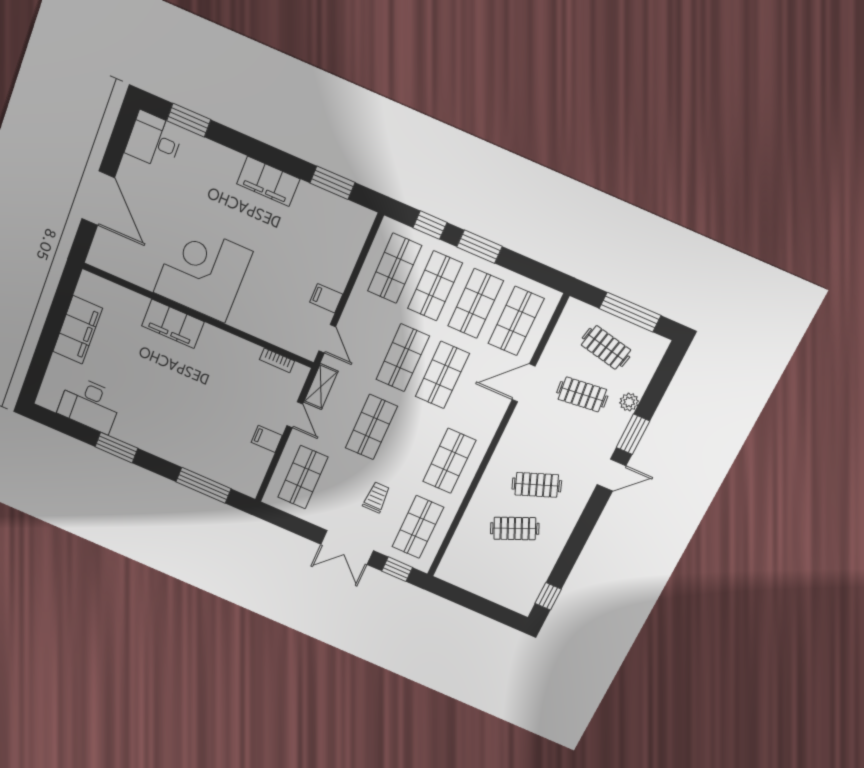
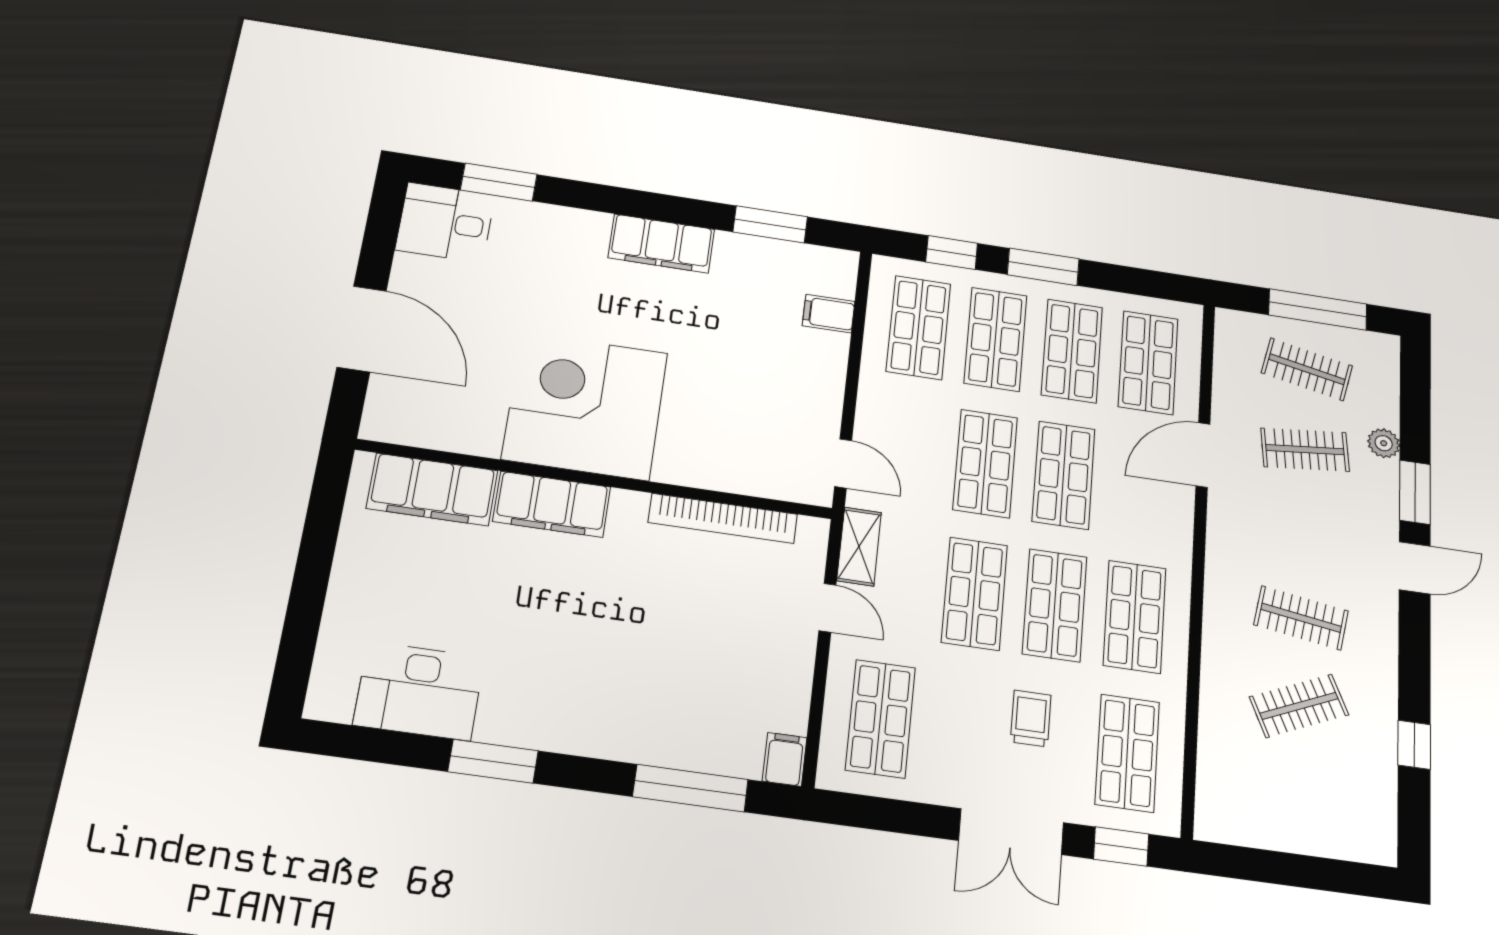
filing cabinet: (326, 298) -> (829, 314), moved
filing cabinet: (78, 330) -> (432, 489), moved, turned 90
bookcase: (277, 360) -> (723, 518), width x2.31, depth x1.31
filing cabinet: (267, 439) -> (785, 759), moved, turned 90
shop shelf: (410, 444) -> (1055, 605), added
clothes rail: (537, 485) -> (1301, 618), turned 30
window: (548, 596) -> (1414, 745), moved

